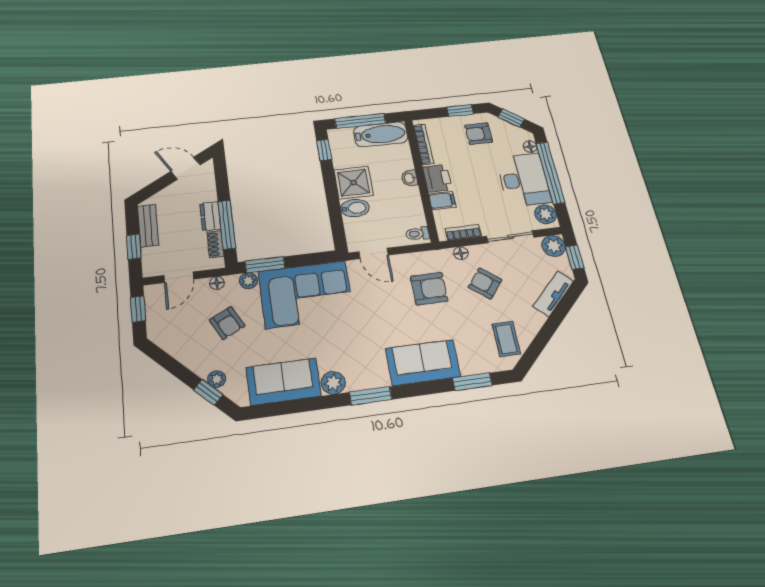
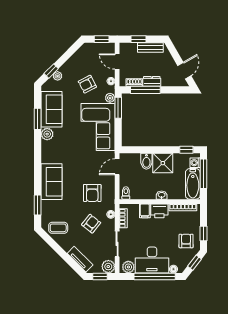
washing machine: (344, 135) -> (195, 163), added
window: (371, 396) -> (38, 119), moved

